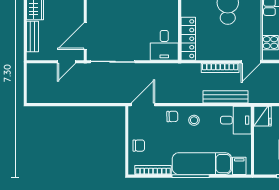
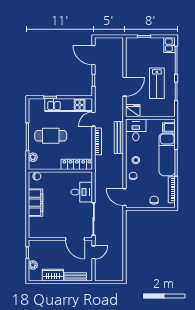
desk: (164, 45) -> (82, 192), moved
door: (66, 62) -> (94, 252), hinge flipped
door: (251, 62) -> (94, 119), swing flipped

